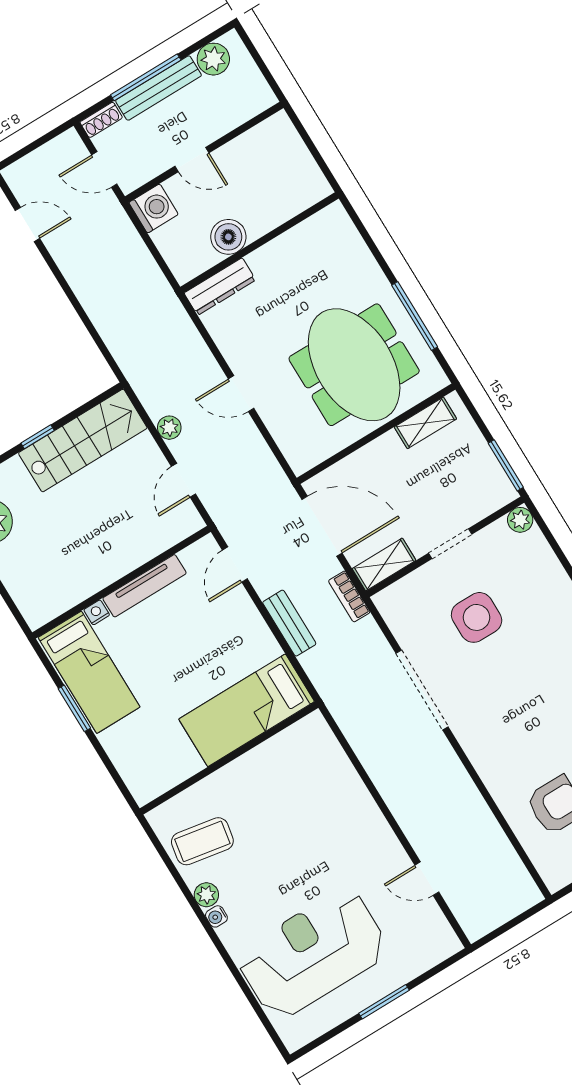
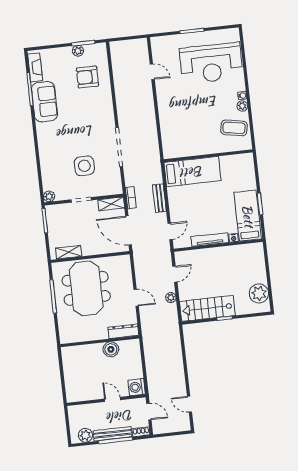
boiler: (228, 237) -> (111, 349), moved
wall: (259, 243) -> (100, 341), moved
dresser: (220, 287) -> (123, 331), moved

